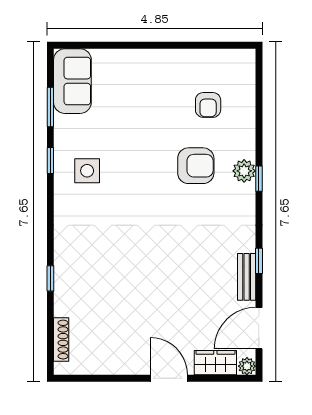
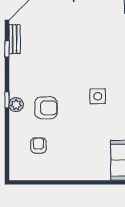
armchair: (196, 166) -> (46, 108), turned 180
side table: (87, 171) -> (98, 96), moved

